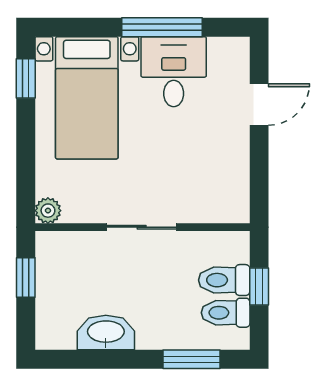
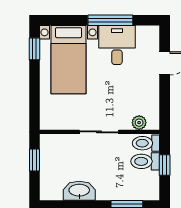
plant: (48, 211) -> (139, 123), moved
toilet: (226, 313) -> (146, 143), moved

